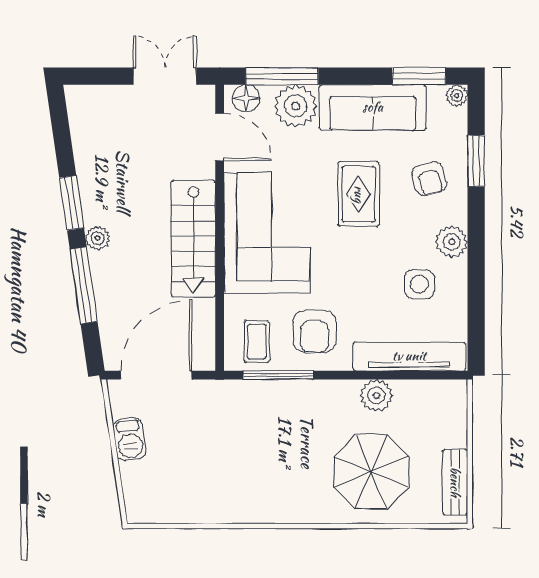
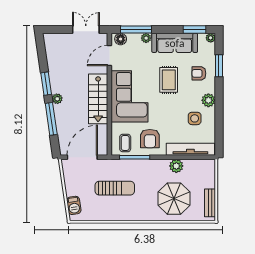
plant: (296, 106) -> (146, 38), width x0.53, depth x0.53
door: (220, 137) -> (109, 56), swing flipped
armchair: (429, 179) -> (199, 73), turned 105
barbecue: (130, 439) -> (74, 205), moved
sun lounger: (232, 447) -> (115, 188), added

